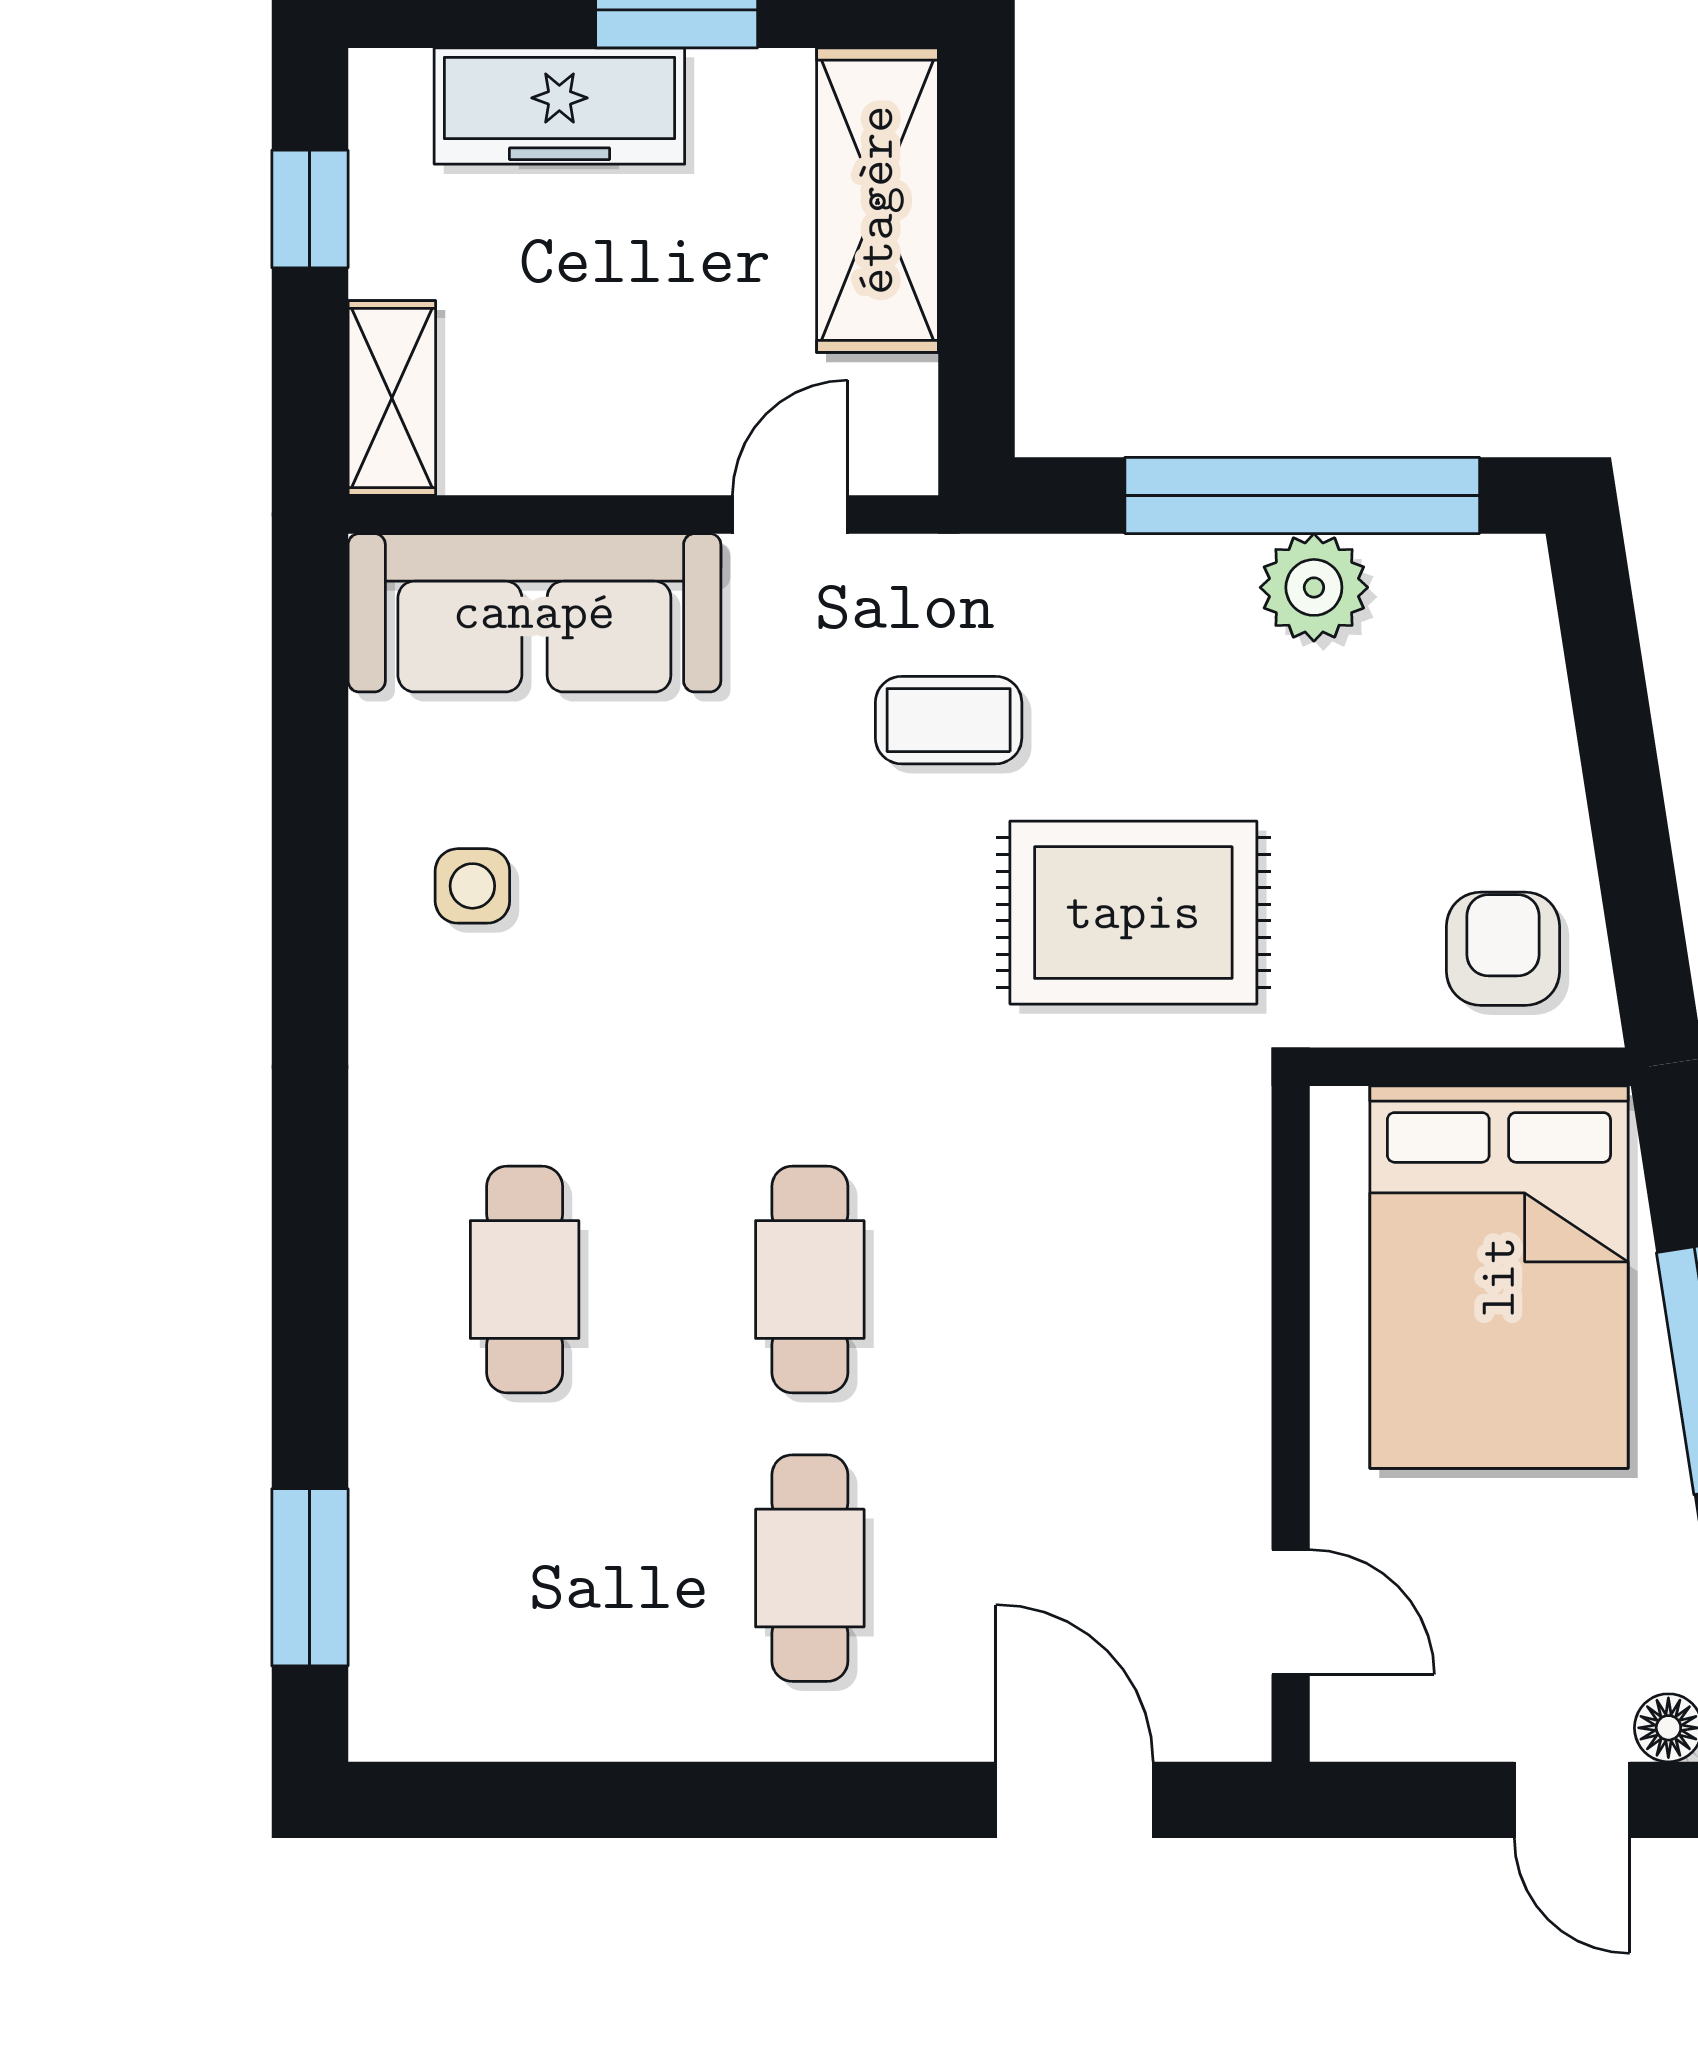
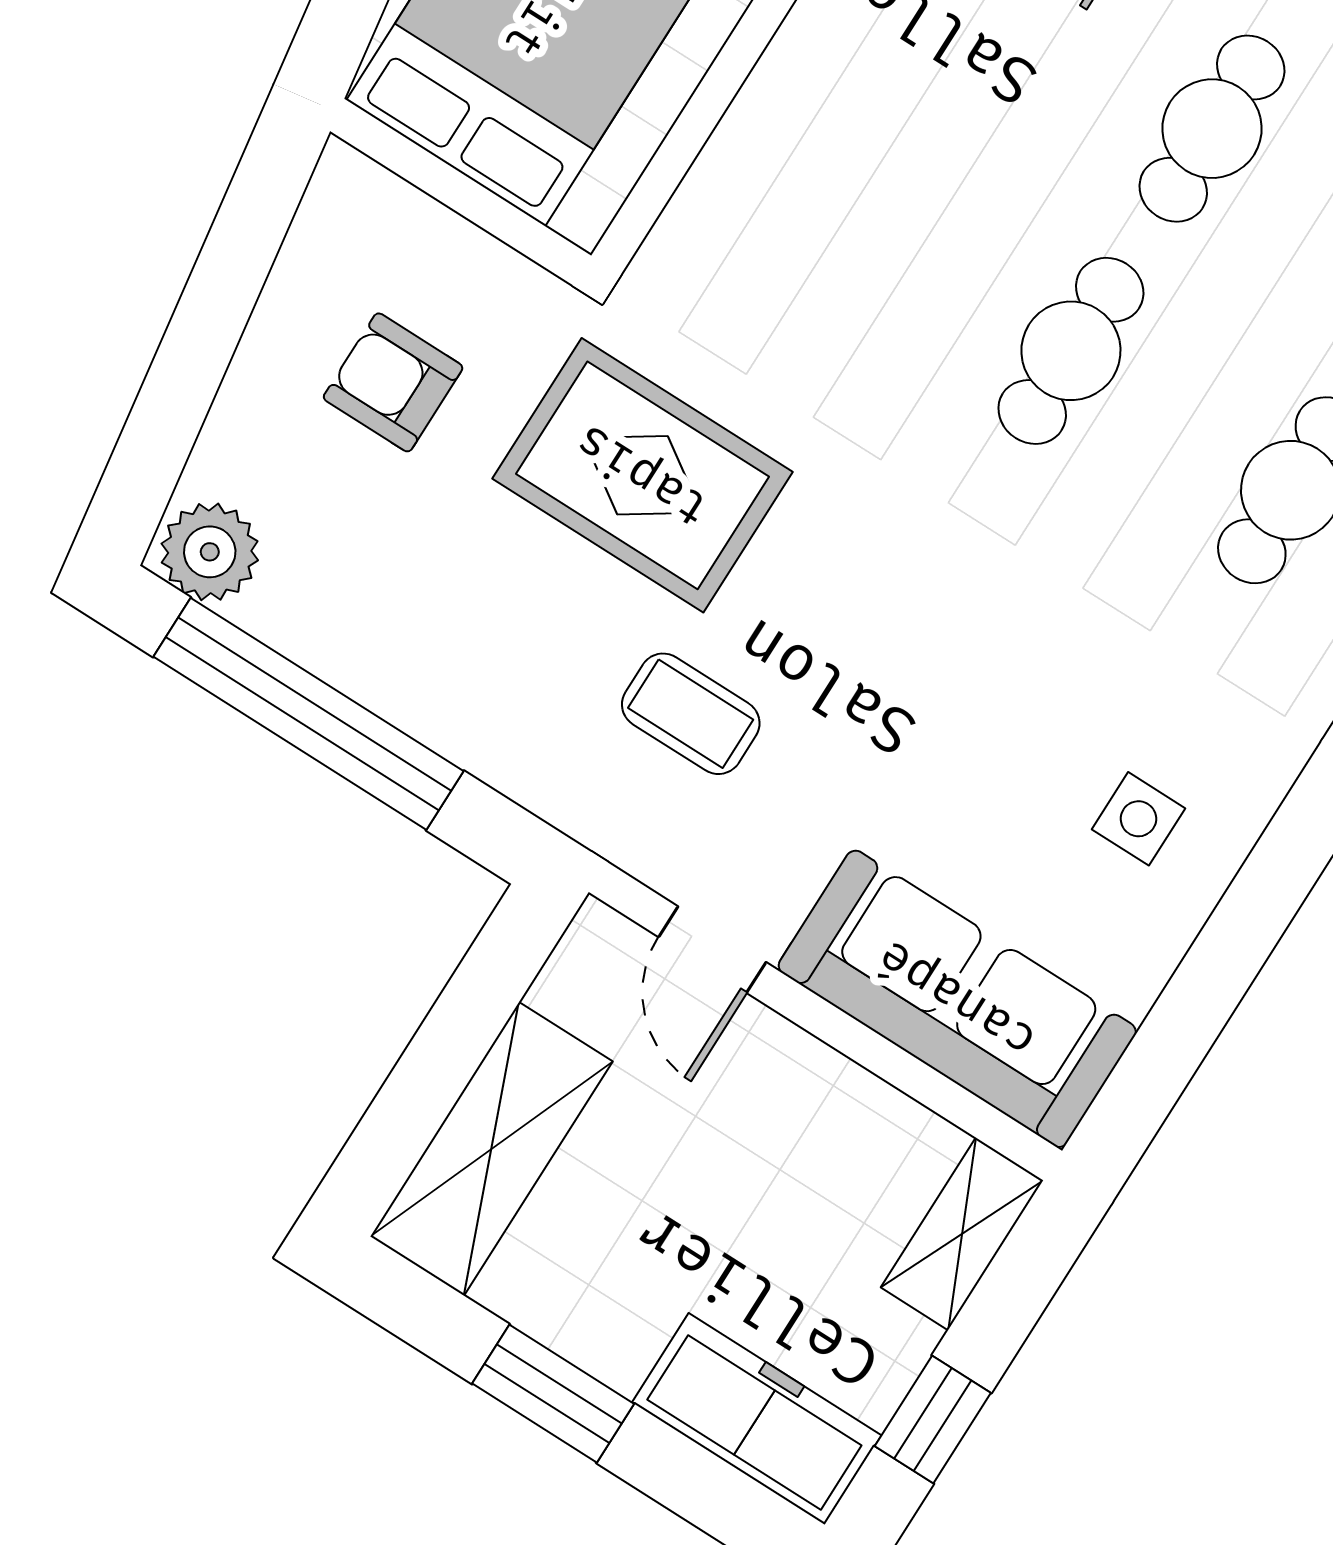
freezer: (559, 106) -> (757, 1419), moved
door: (790, 514) -> (712, 950), hinge flipped
plant: (1314, 587) -> (210, 552), moved
armchair: (1503, 949) -> (393, 382), moved, turned 90

